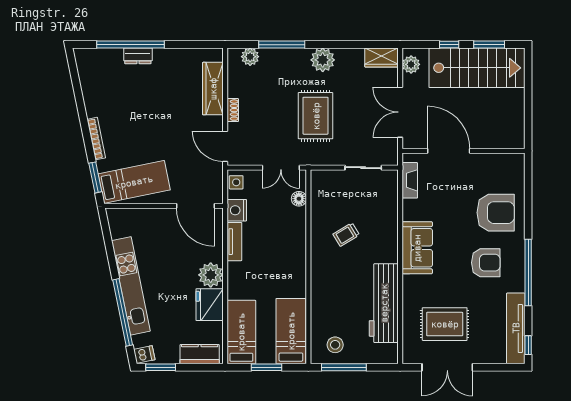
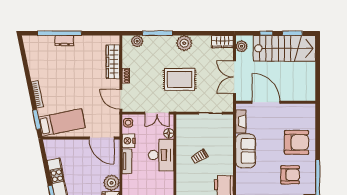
rug: (316, 116) -> (180, 79), turned 90
desk: (287, 232) -> (161, 155), added
sofa: (417, 248) -> (246, 151), moved

